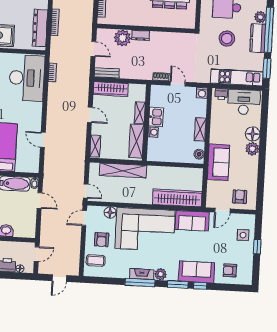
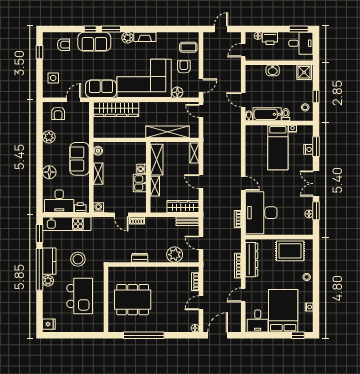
dresser: (141, 35) -> (140, 258), moved
door: (43, 140) -> (243, 183), moved
plant: (252, 149) -> (49, 137), moved
sofa: (218, 162) -> (79, 159), moved
window: (257, 247) -> (39, 52), moved
window: (140, 282) -> (146, 29), removed

